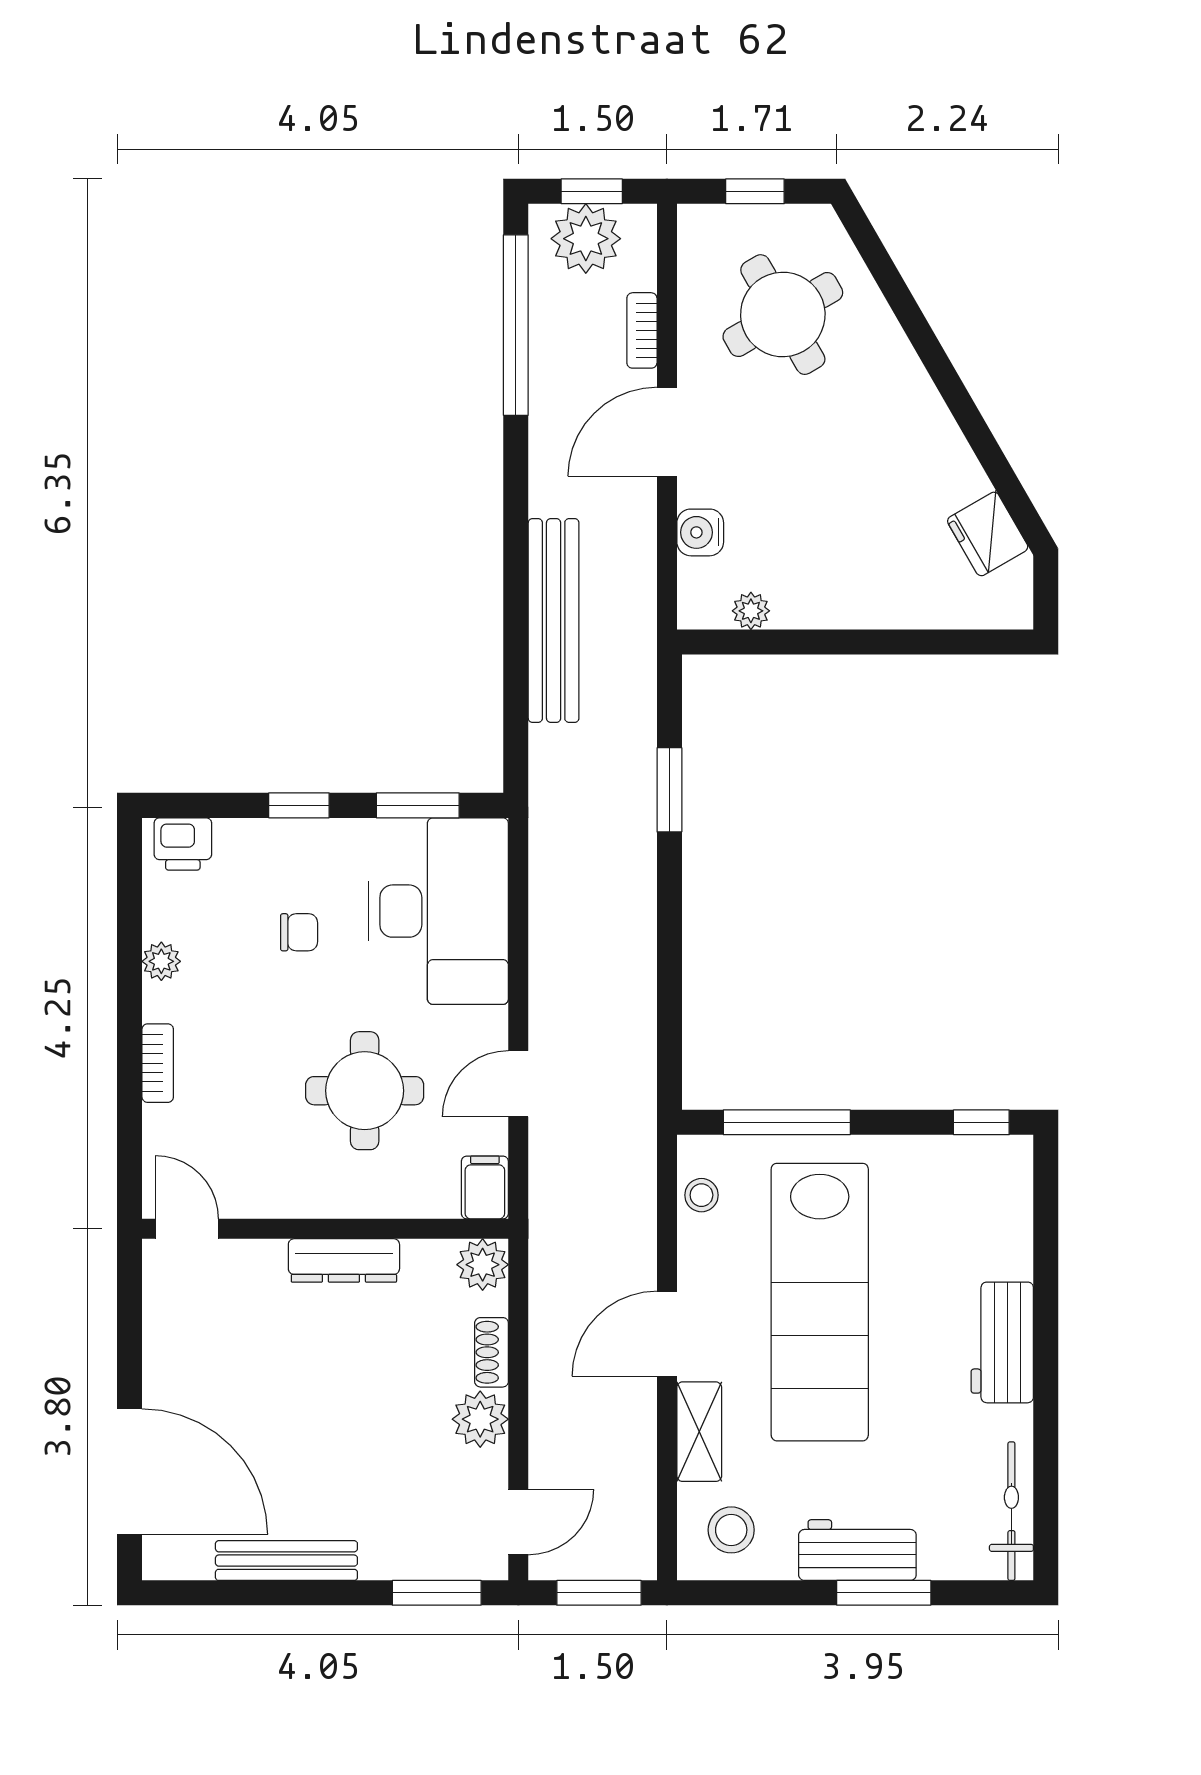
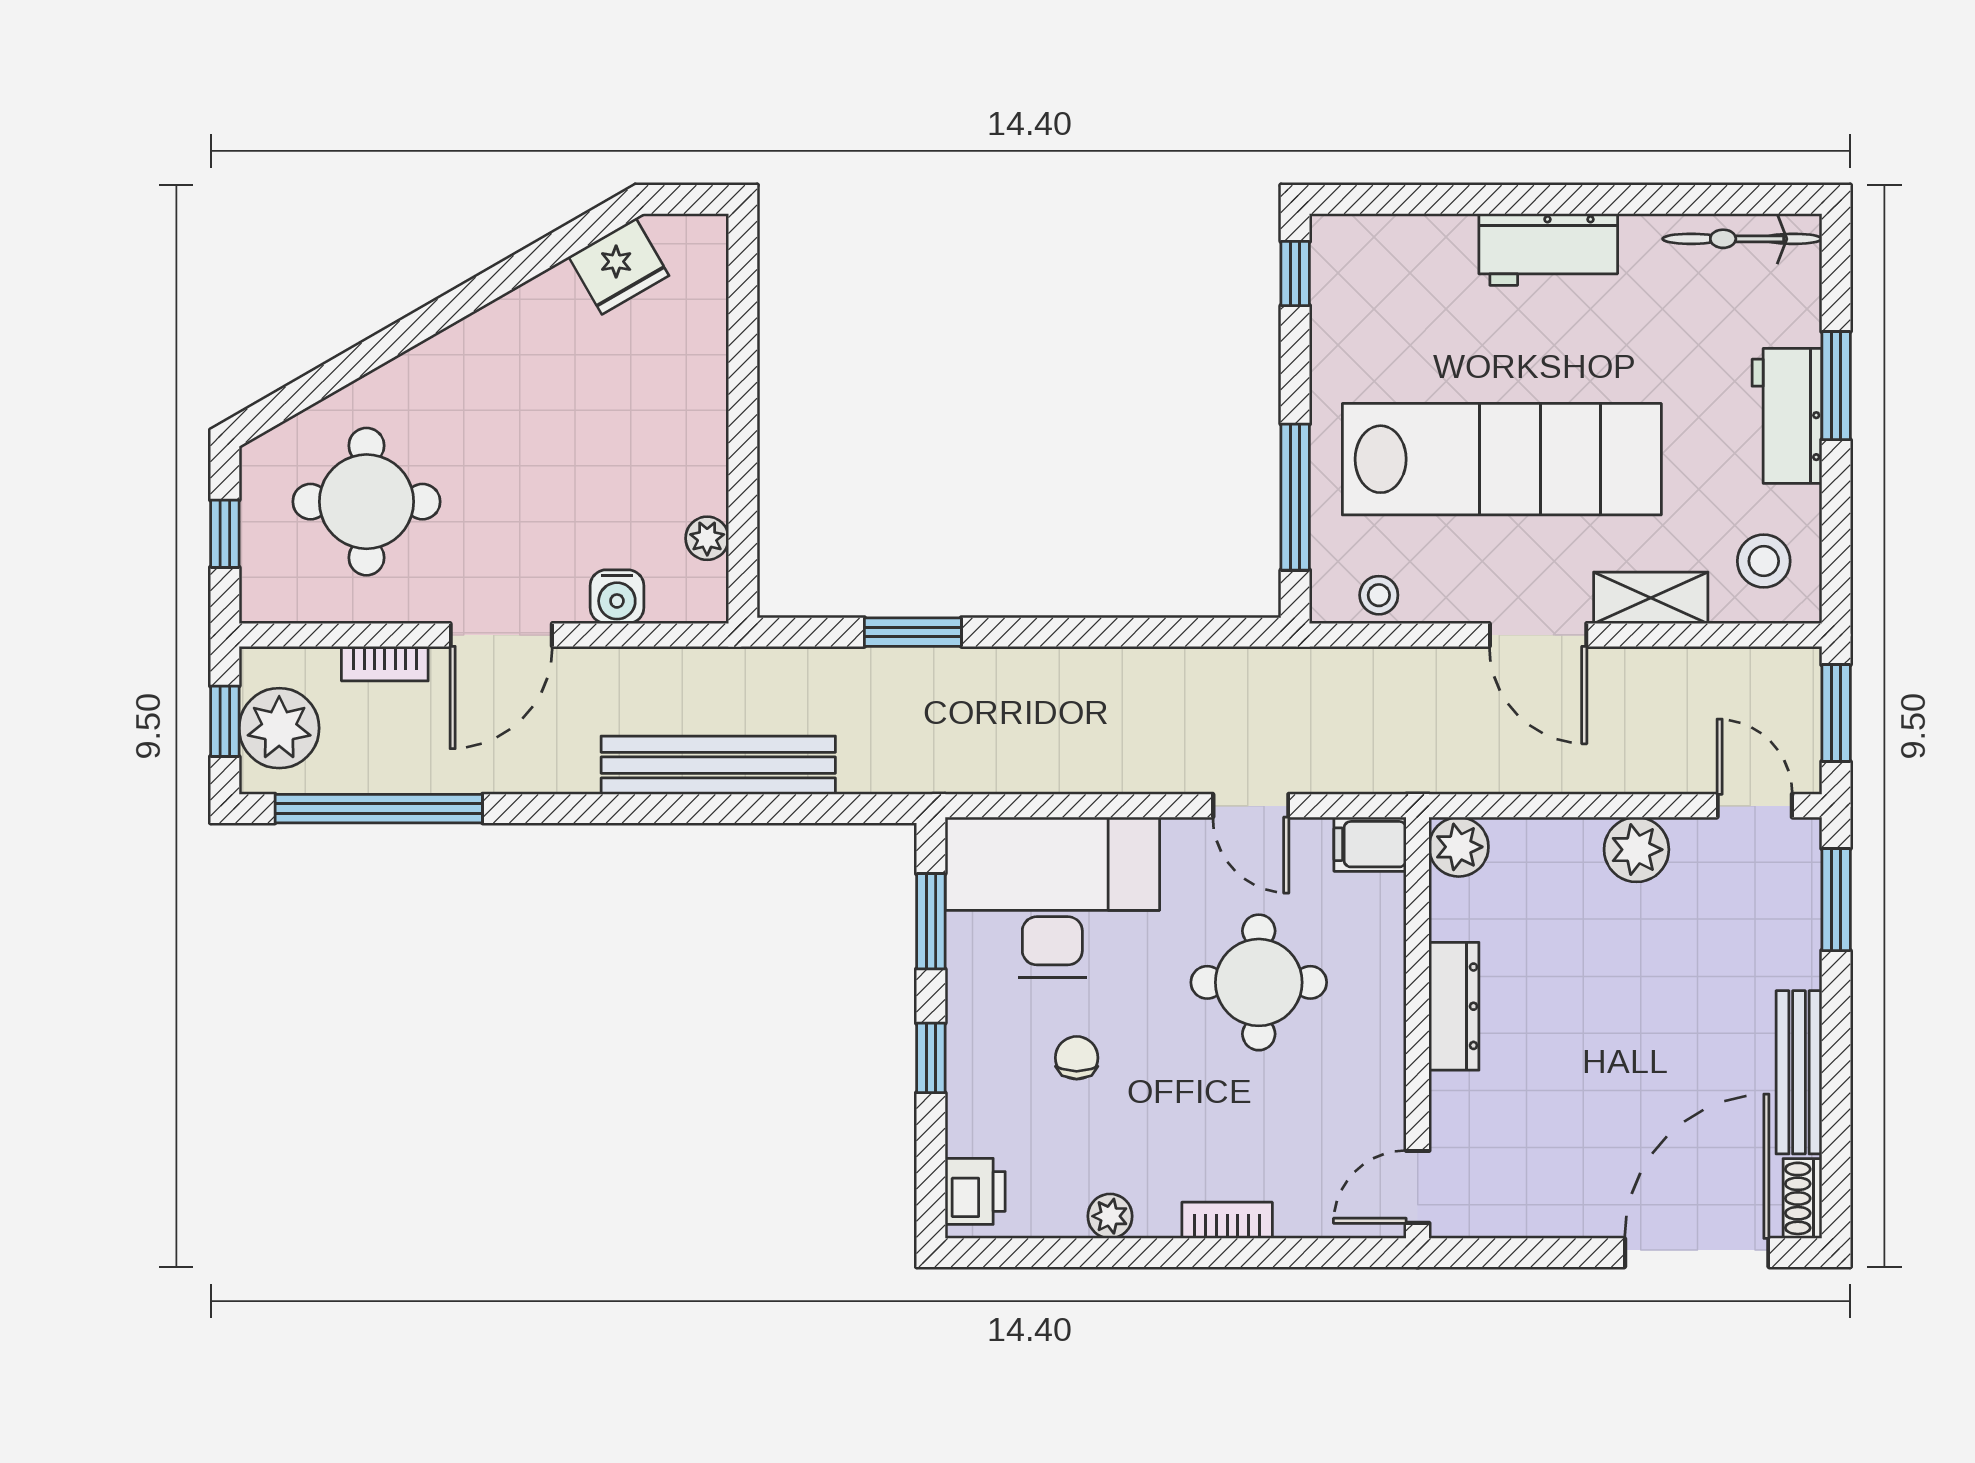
round table: (783, 315) -> (366, 502), turned 30
door: (667, 432) -> (501, 635), hinge flipped
shoe rack: (492, 1352) -> (1802, 1198), moved, turned 90

